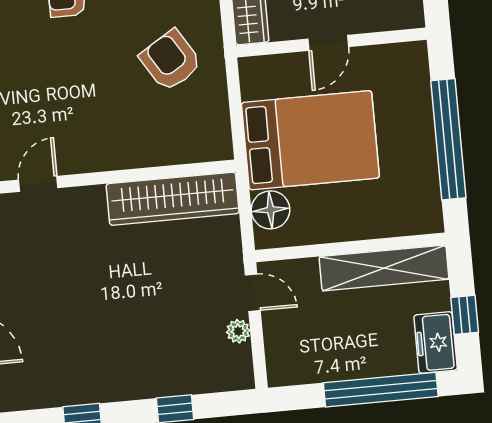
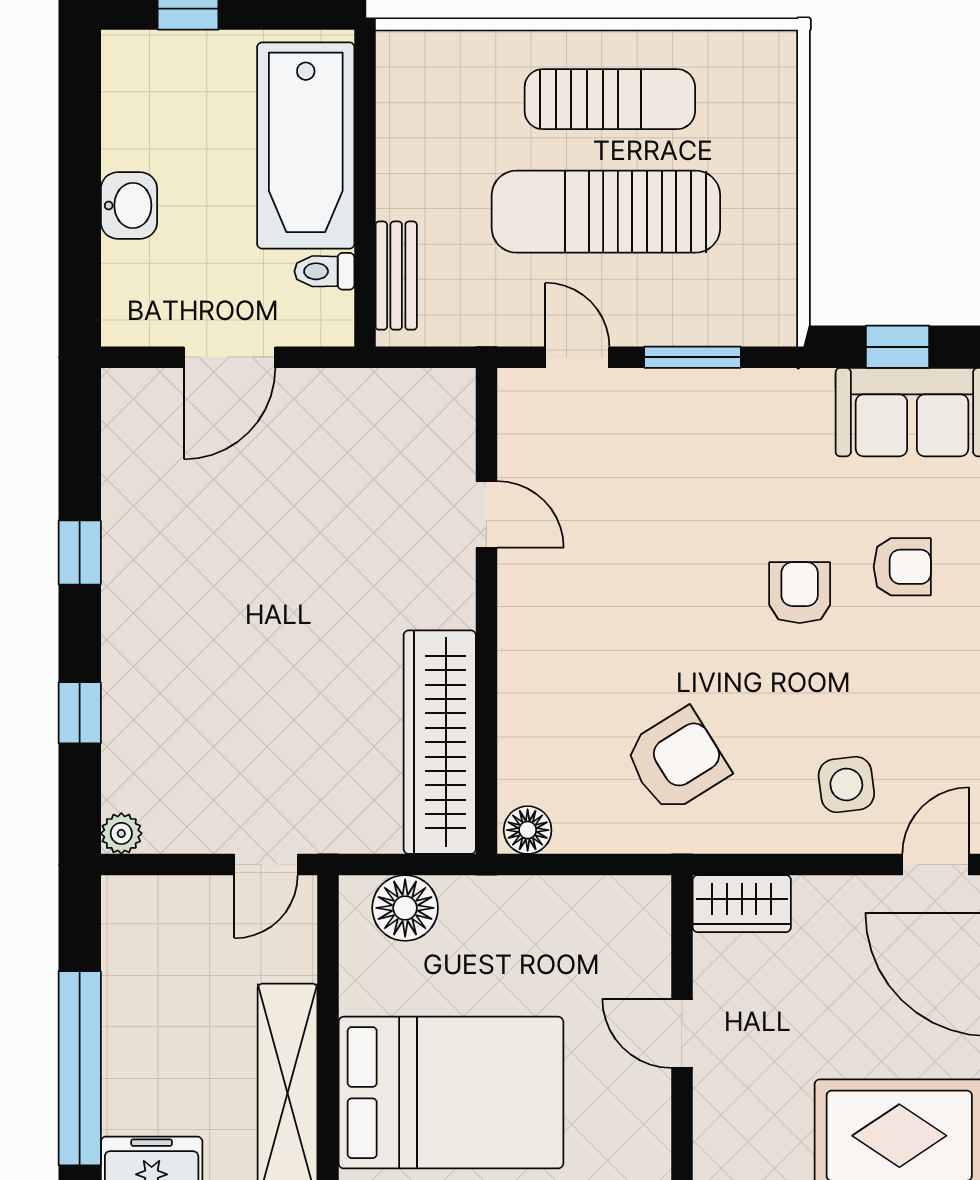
bed: (310, 140) -> (451, 1093), moved, turned -90
floor lamp: (219, 143) -> (528, 830), added
plant: (238, 331) -> (121, 833), moved

